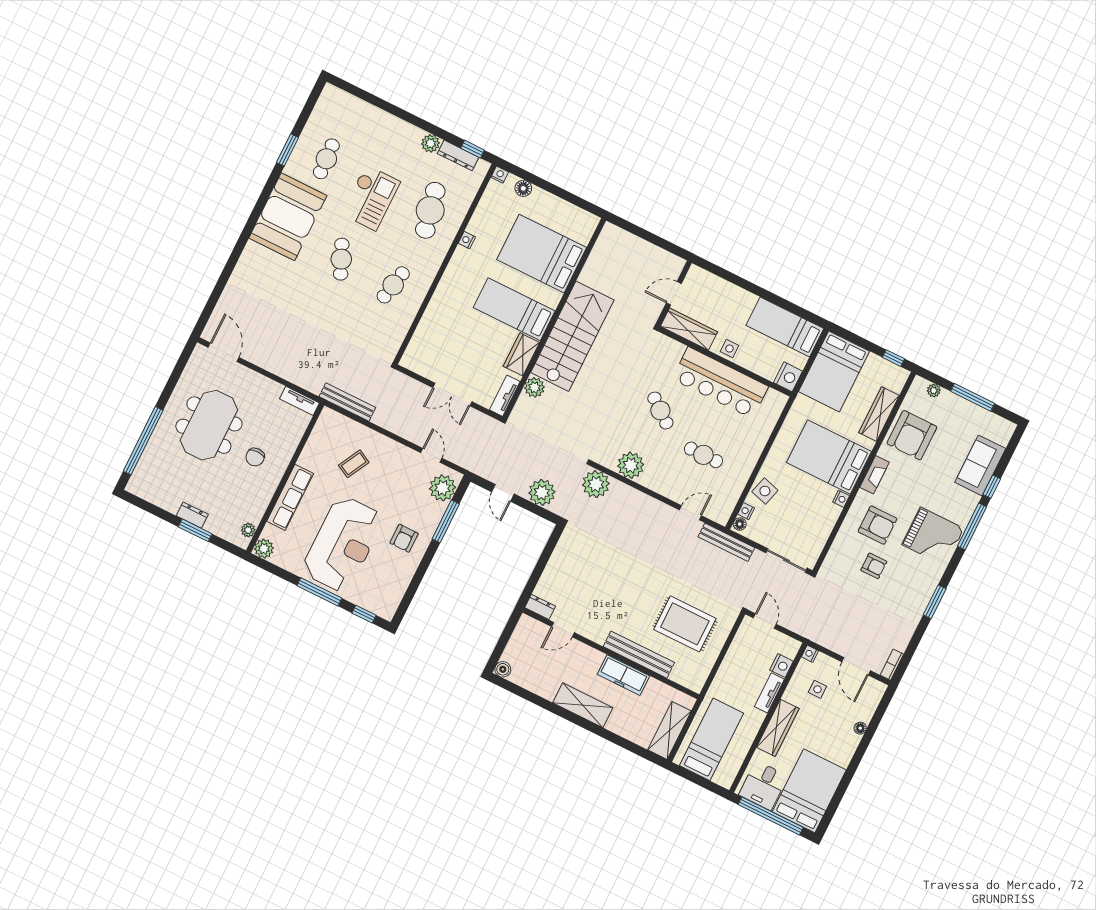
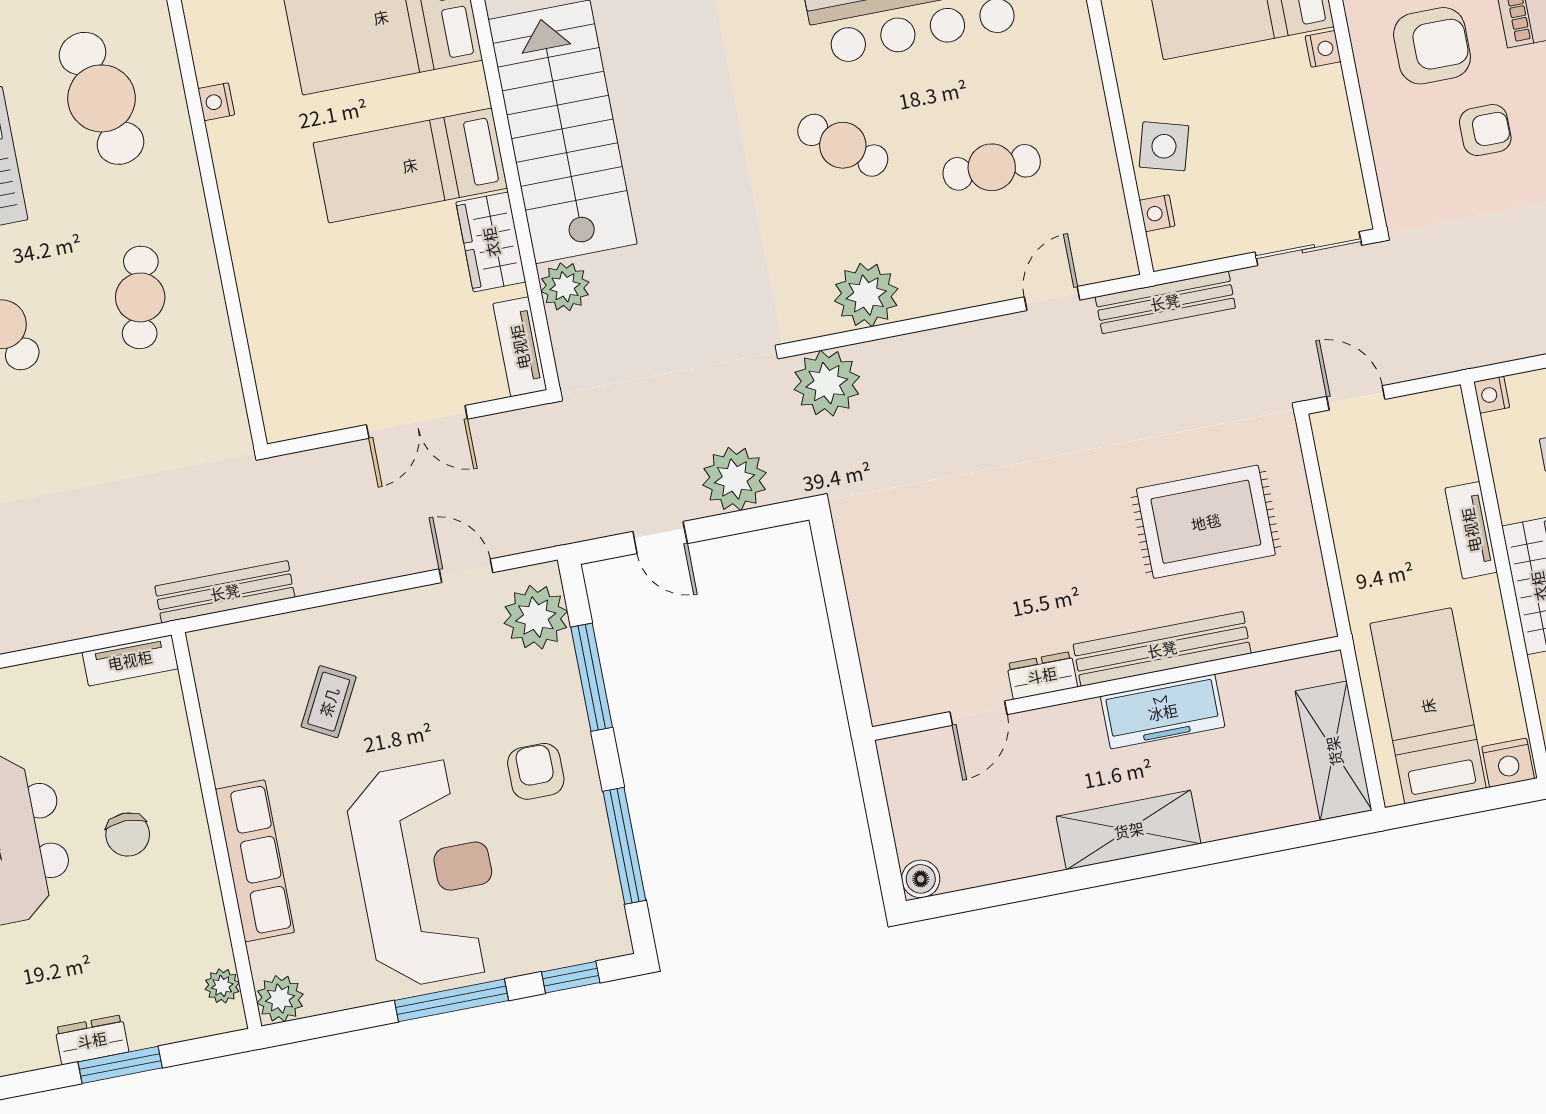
floor lamp: (740, 524) -> (1164, 247), removed
armchair: (404, 538) -> (536, 771), turned 180
window: (414, 585) -> (624, 846), added
dresser: (540, 607) -> (1042, 675), moved
nightstand: (781, 666) -> (1508, 763), moved, turned 90

